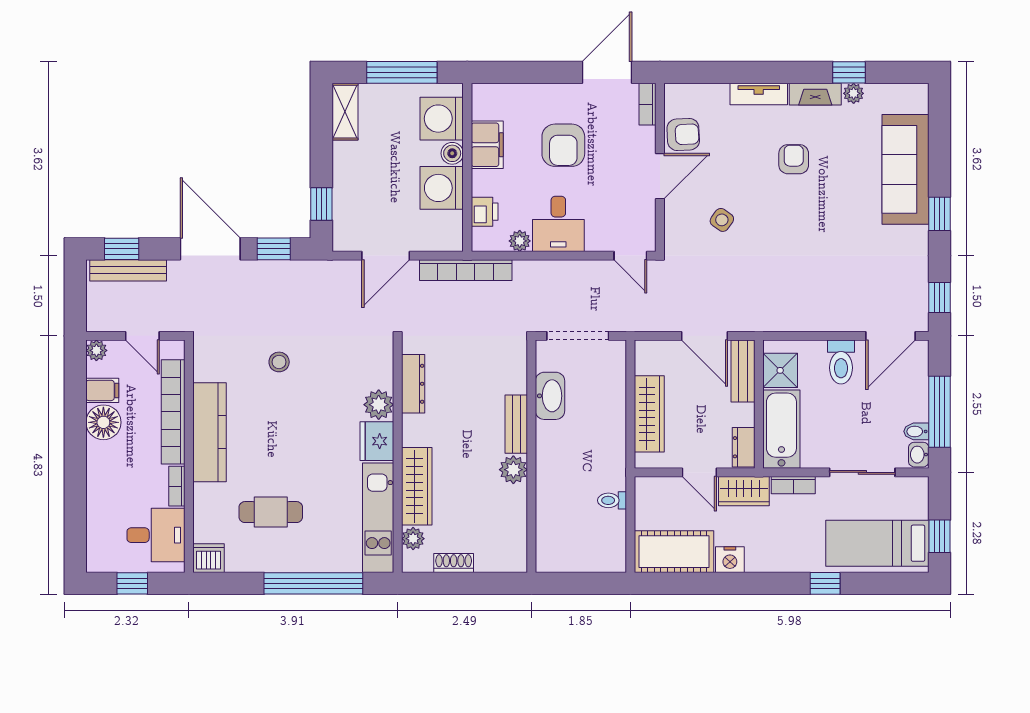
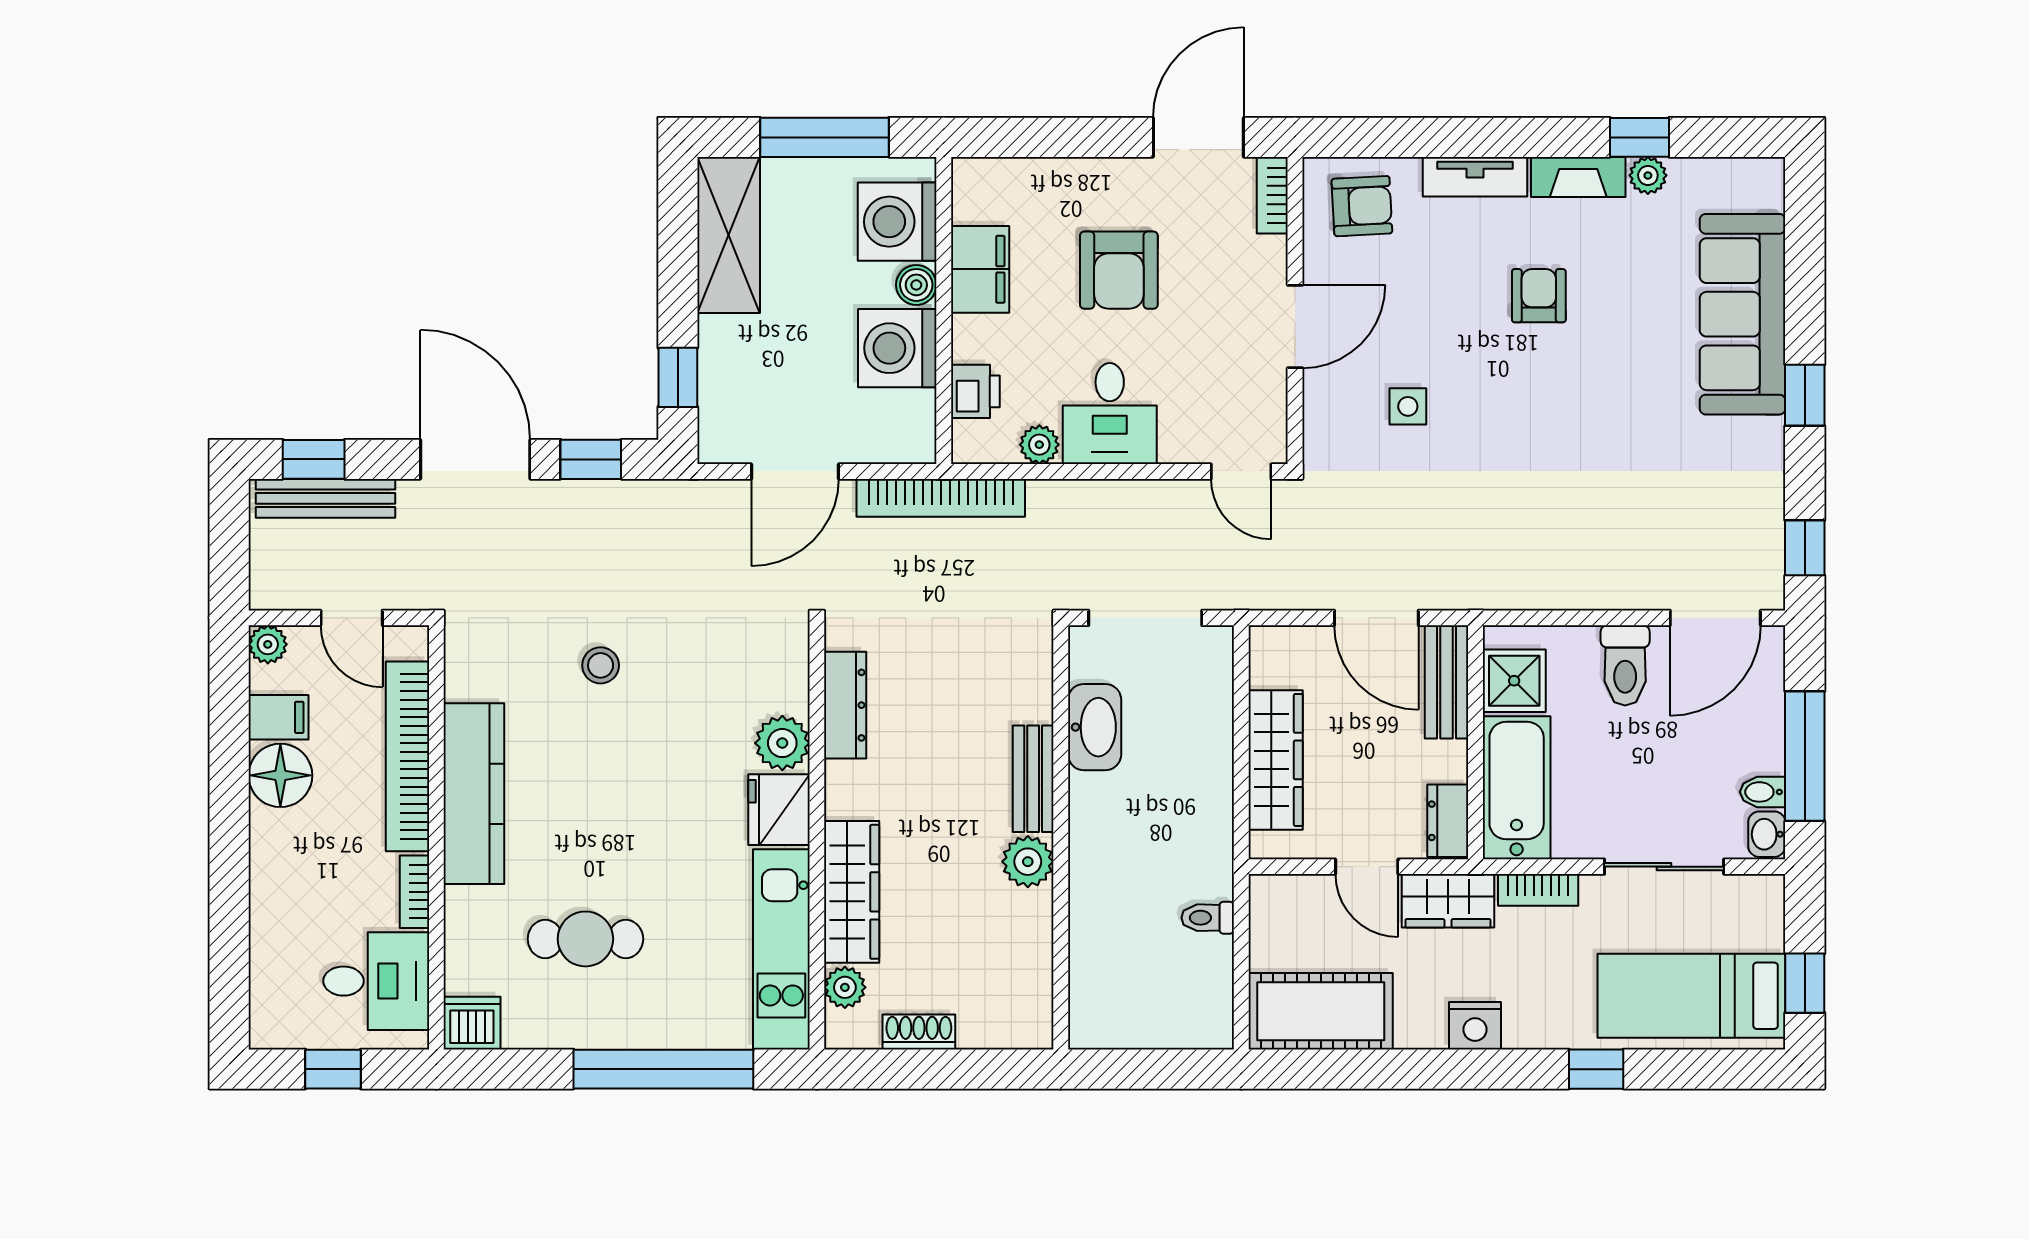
shelving: (345, 112) -> (729, 235), width x1.50, depth x1.33
armchair: (683, 134) -> (1362, 206), moved
side table: (722, 220) -> (1408, 406), turned -35
nightstand: (730, 560) -> (1475, 1026), moved

